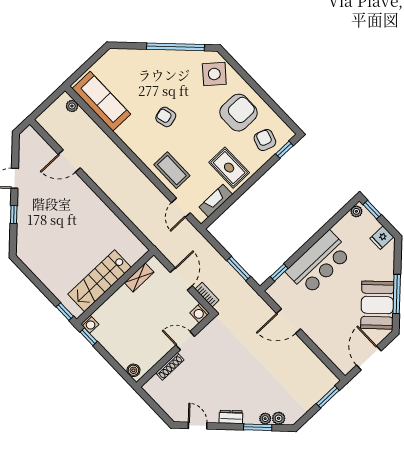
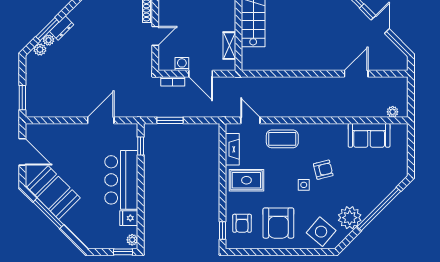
window: (176, 47) -> (379, 209), moved
plant: (183, 62) -> (350, 218), added
sofa: (101, 101) -> (369, 135), width x0.73
side table: (191, 121) -> (304, 185), added
armchair: (265, 140) -> (242, 223), turned 71
fridge: (382, 238) -> (129, 218), moved, turned -90
washing machine: (200, 313) -> (182, 64), moved
dresser: (231, 417) -> (62, 28), moved

